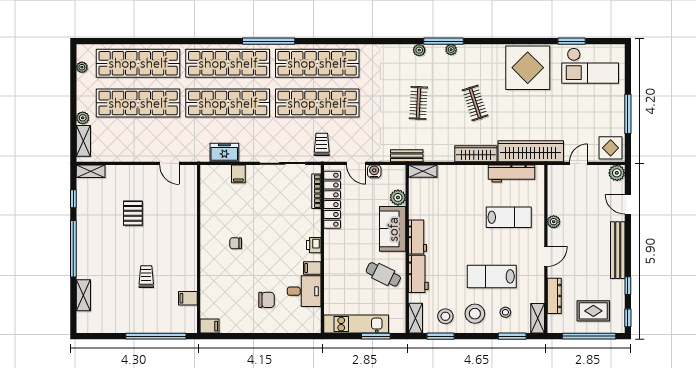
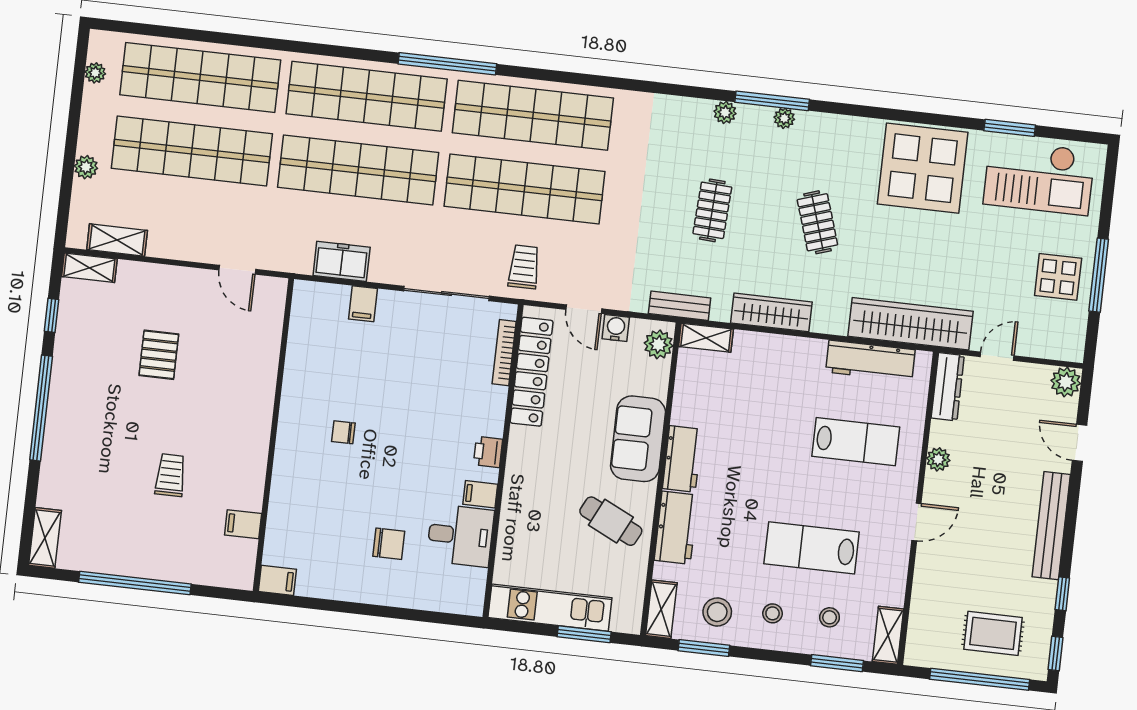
shelving: (83, 141) -> (117, 240), moved, turned 90
display table: (611, 148) -> (1058, 277), moved
wardrobe: (476, 154) -> (771, 312), moved
plant: (398, 197) -> (659, 344), moved
shelving: (83, 295) -> (45, 538), moved
dresser: (554, 296) -> (948, 387), moved
stool: (475, 314) -> (773, 613), width x0.53, depth x0.53
window: (156, 336) -> (135, 583), moved

